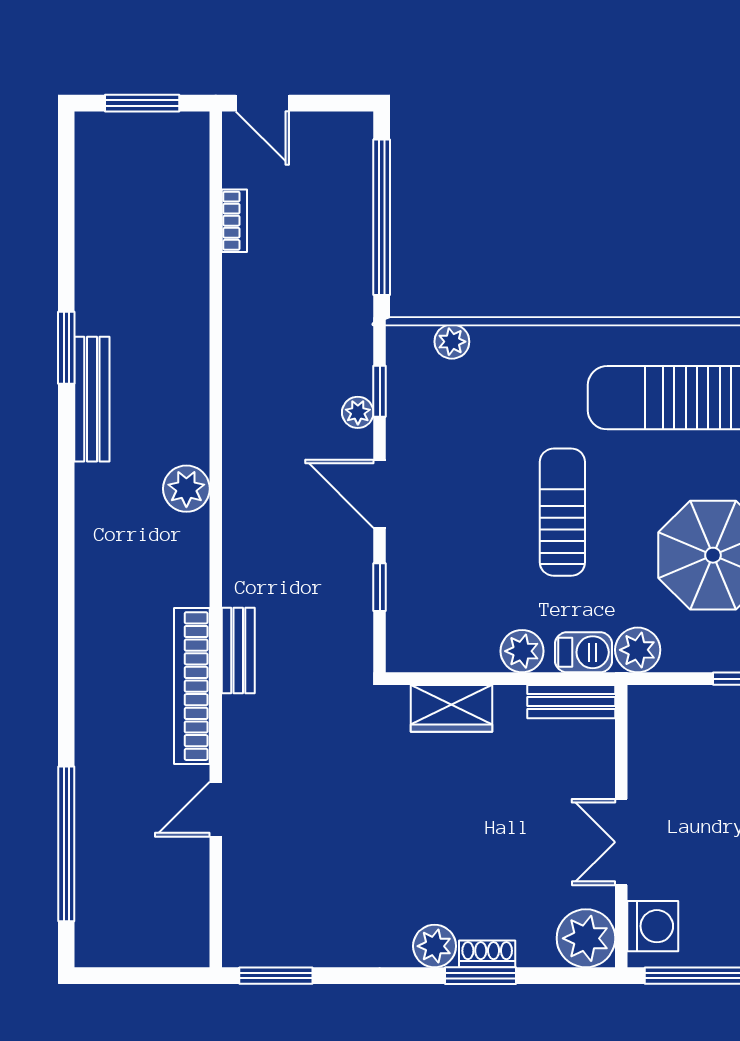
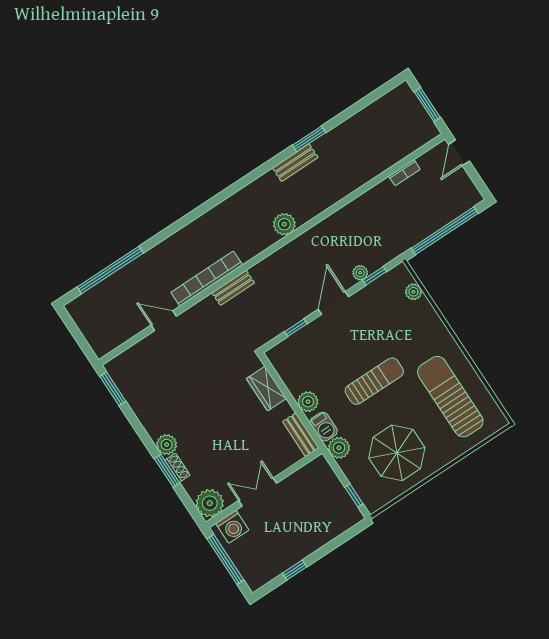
bench: (92, 399) -> (295, 163), width x0.73

